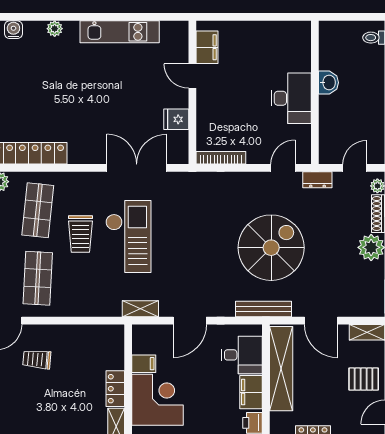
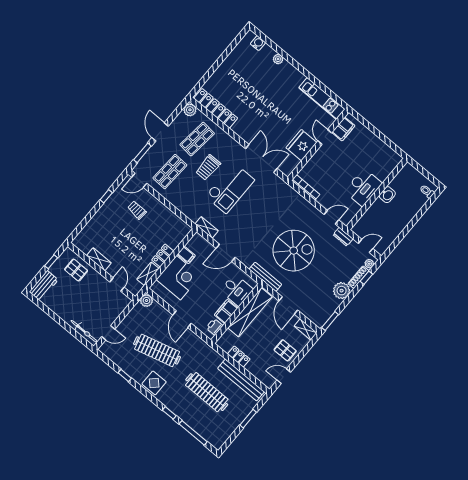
kitchen unit: (120, 32) -> (322, 98), moved
fridge: (176, 119) -> (301, 145), width x1.88, depth x1.34

